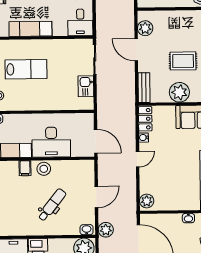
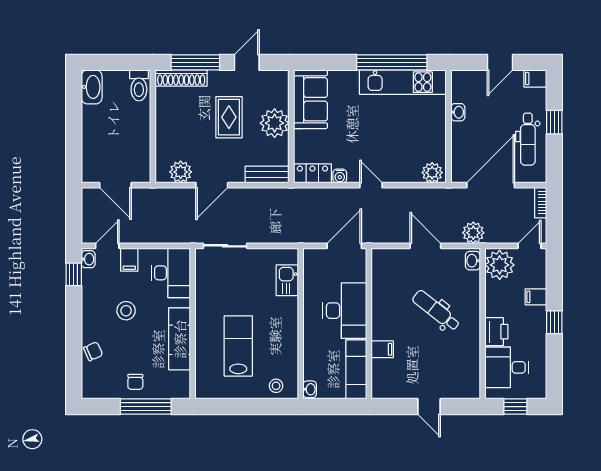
desk: (80, 22) -> (171, 273), width x1.37
kitchen sink: (86, 86) -> (287, 280), moved, turned 90
stool: (44, 169) -> (383, 322), removed

